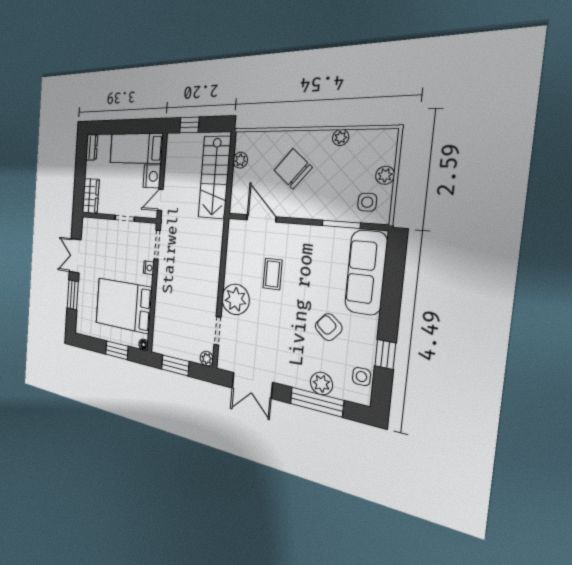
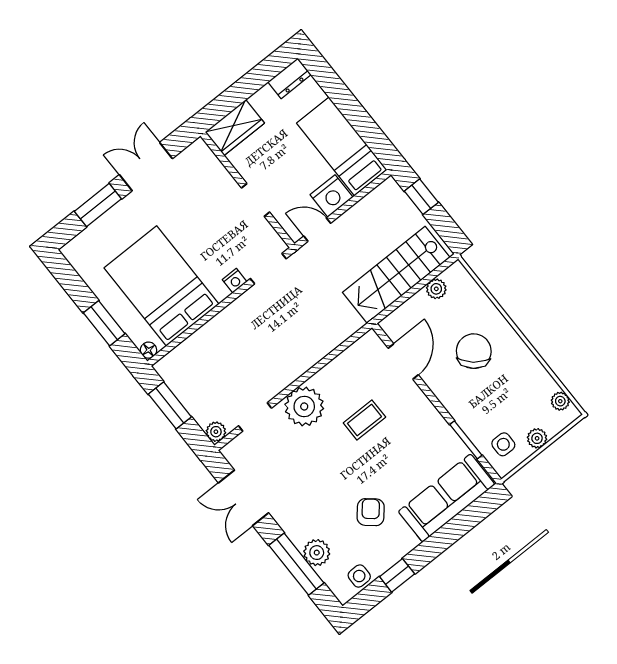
plant: (341, 137) -> (560, 401), moved

